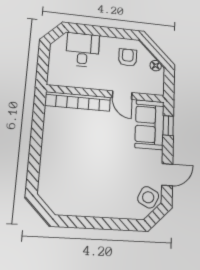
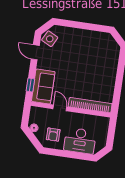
desk: (83, 50) -> (80, 141), width x1.37
door: (167, 175) -> (35, 52), hinge flipped

